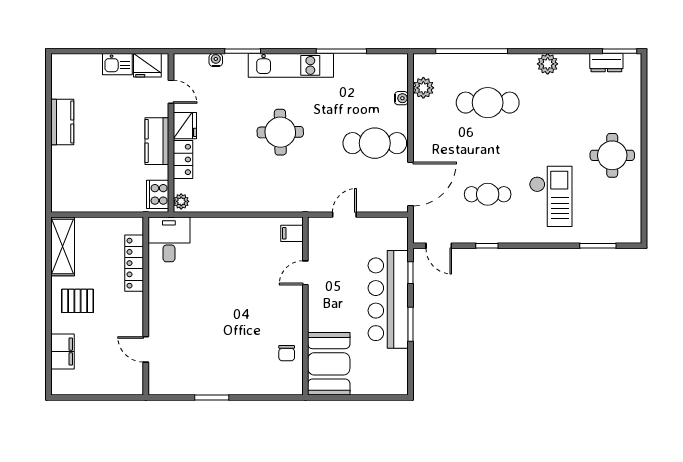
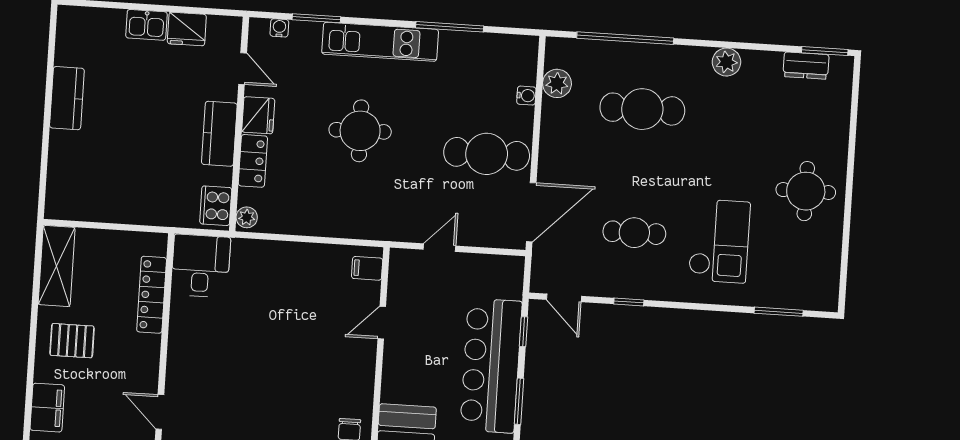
door: (171, 92) -> (243, 69), moved
fridge: (185, 126) -> (258, 115), moved
wall: (171, 133) -> (239, 124), moved
kitchen counter: (157, 141) -> (219, 134), moved
locker: (183, 159) -> (253, 161), moved
cooker: (158, 194) -> (216, 206), moved
plant: (181, 201) -> (247, 217), moved

